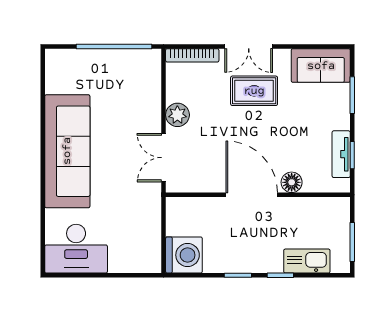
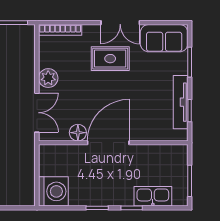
double door: (249, 46) -> (120, 23), moved
tv unit: (341, 154) -> (181, 102), width x1.41
double door: (164, 158) -> (37, 113), swing flipped
floor lamp: (292, 182) -> (78, 133), moved
door: (252, 195) -> (108, 143), hinge flipped

